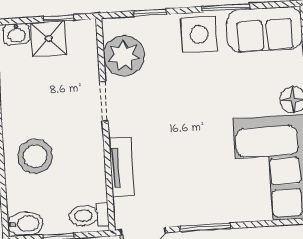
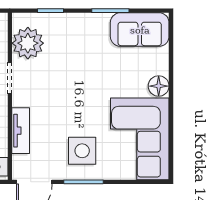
side table: (199, 34) -> (82, 151), moved

